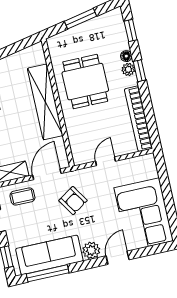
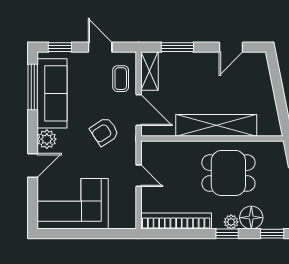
floor lamp: (126, 56) -> (251, 218), width x1.89, depth x1.89
door: (118, 258) -> (33, 165), hinge flipped

